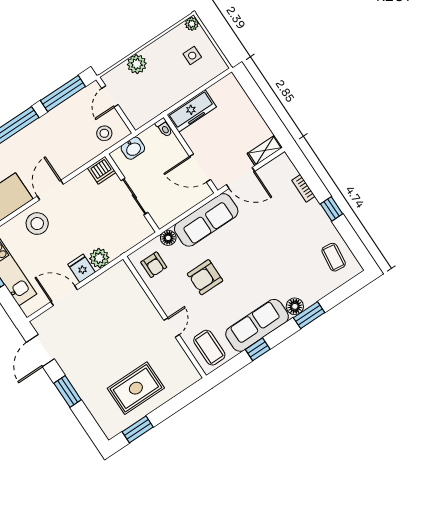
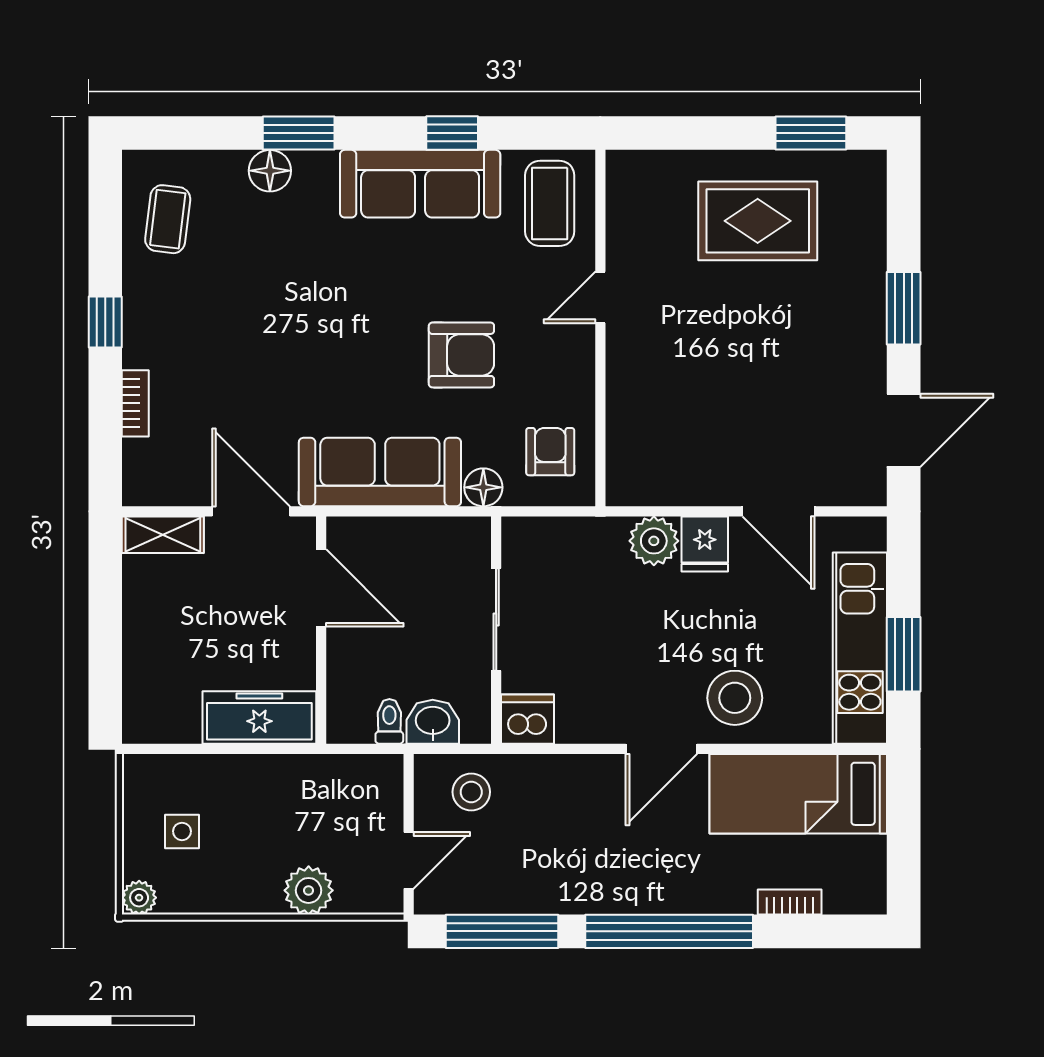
toilet: (164, 128) -> (389, 721), moved
floor lamp: (295, 306) -> (270, 171), moved

